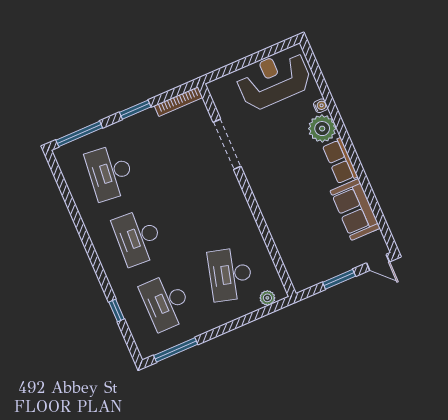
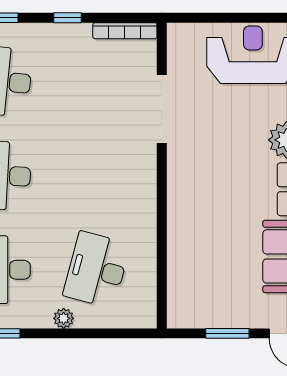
window: (135, 110) -> (68, 18), width x0.67
plant: (267, 298) -> (64, 318), moved

